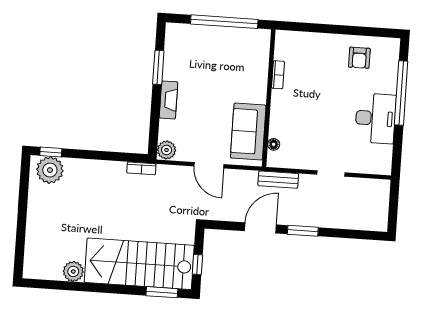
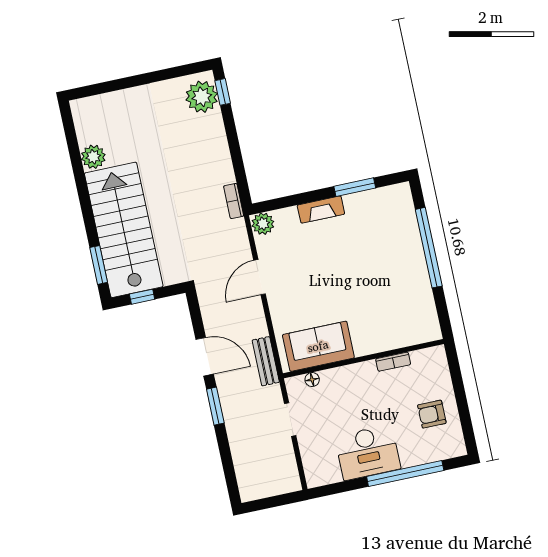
bookcase: (278, 75) -> (393, 362), moved
wall: (269, 98) -> (363, 359), moved
sofa: (248, 132) -> (318, 346), moved
floor lamp: (274, 144) -> (312, 380), moved

